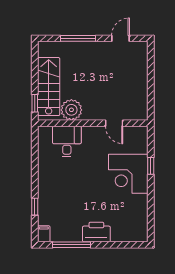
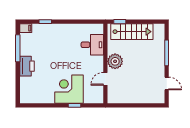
plant: (71, 110) -> (115, 61), moved

